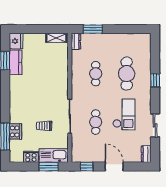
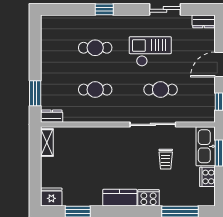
kitchen counter: (16, 62) -> (120, 198), moved
cafe table: (127, 74) -> (95, 48), width x0.73, depth x0.74
cooker: (15, 131) -> (148, 198), moved

